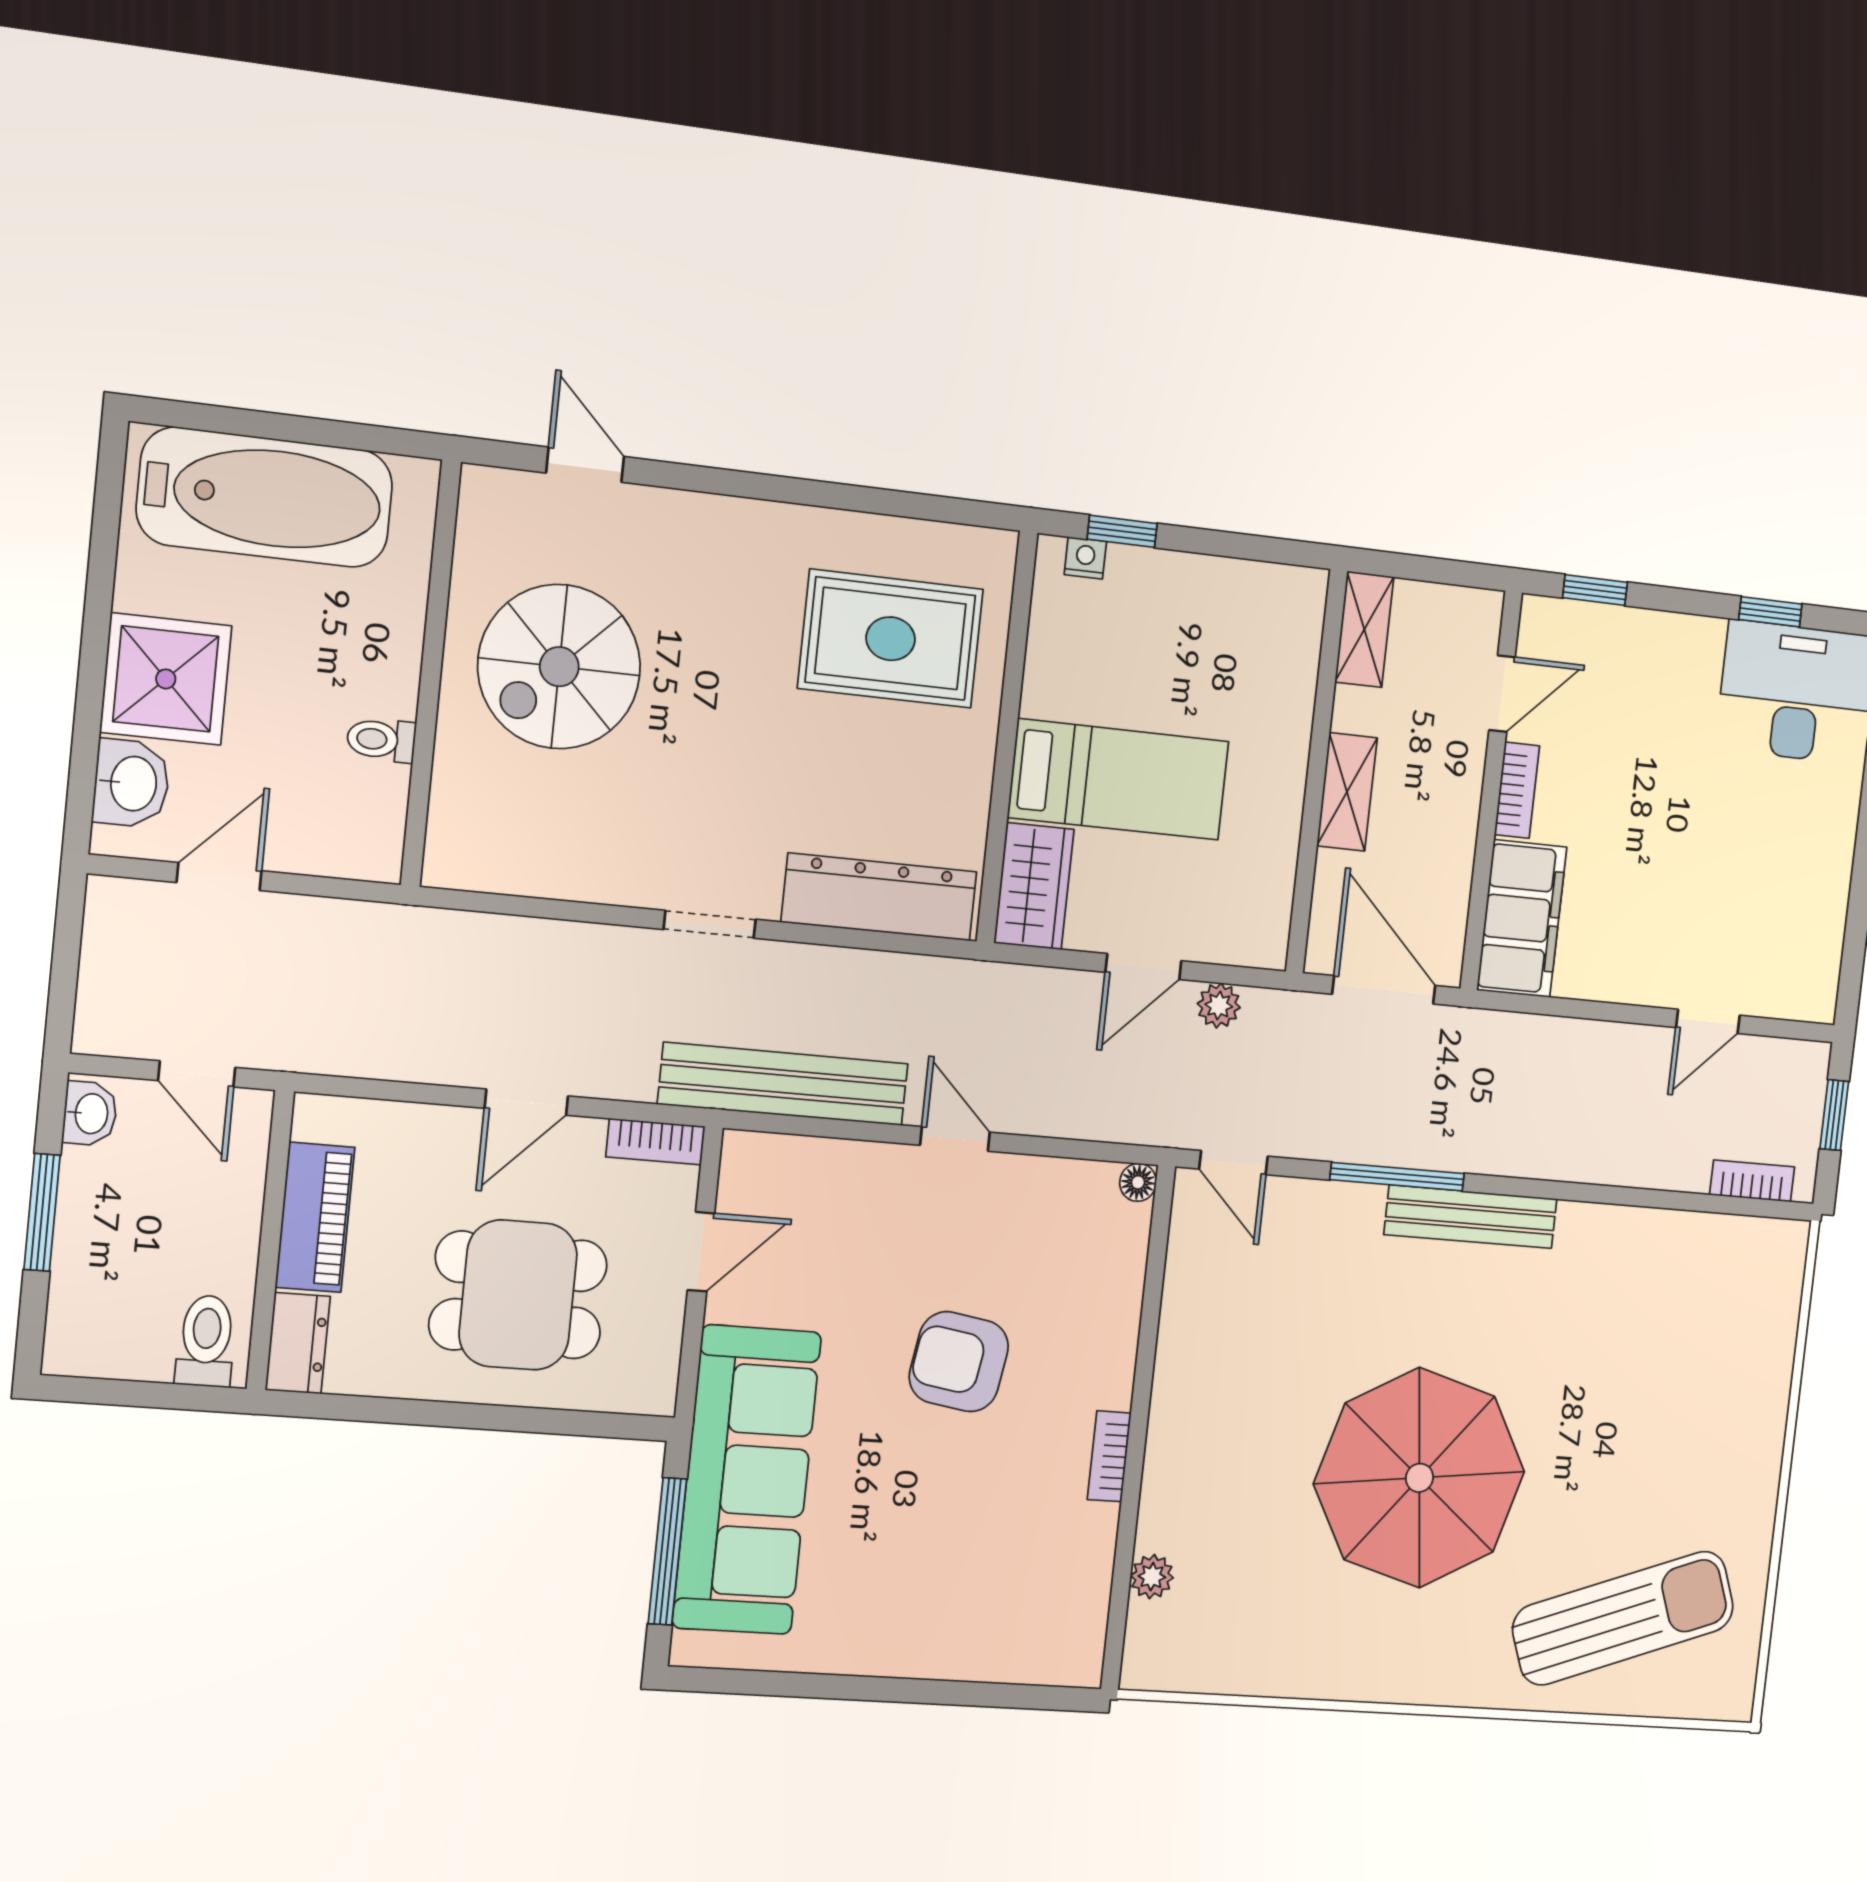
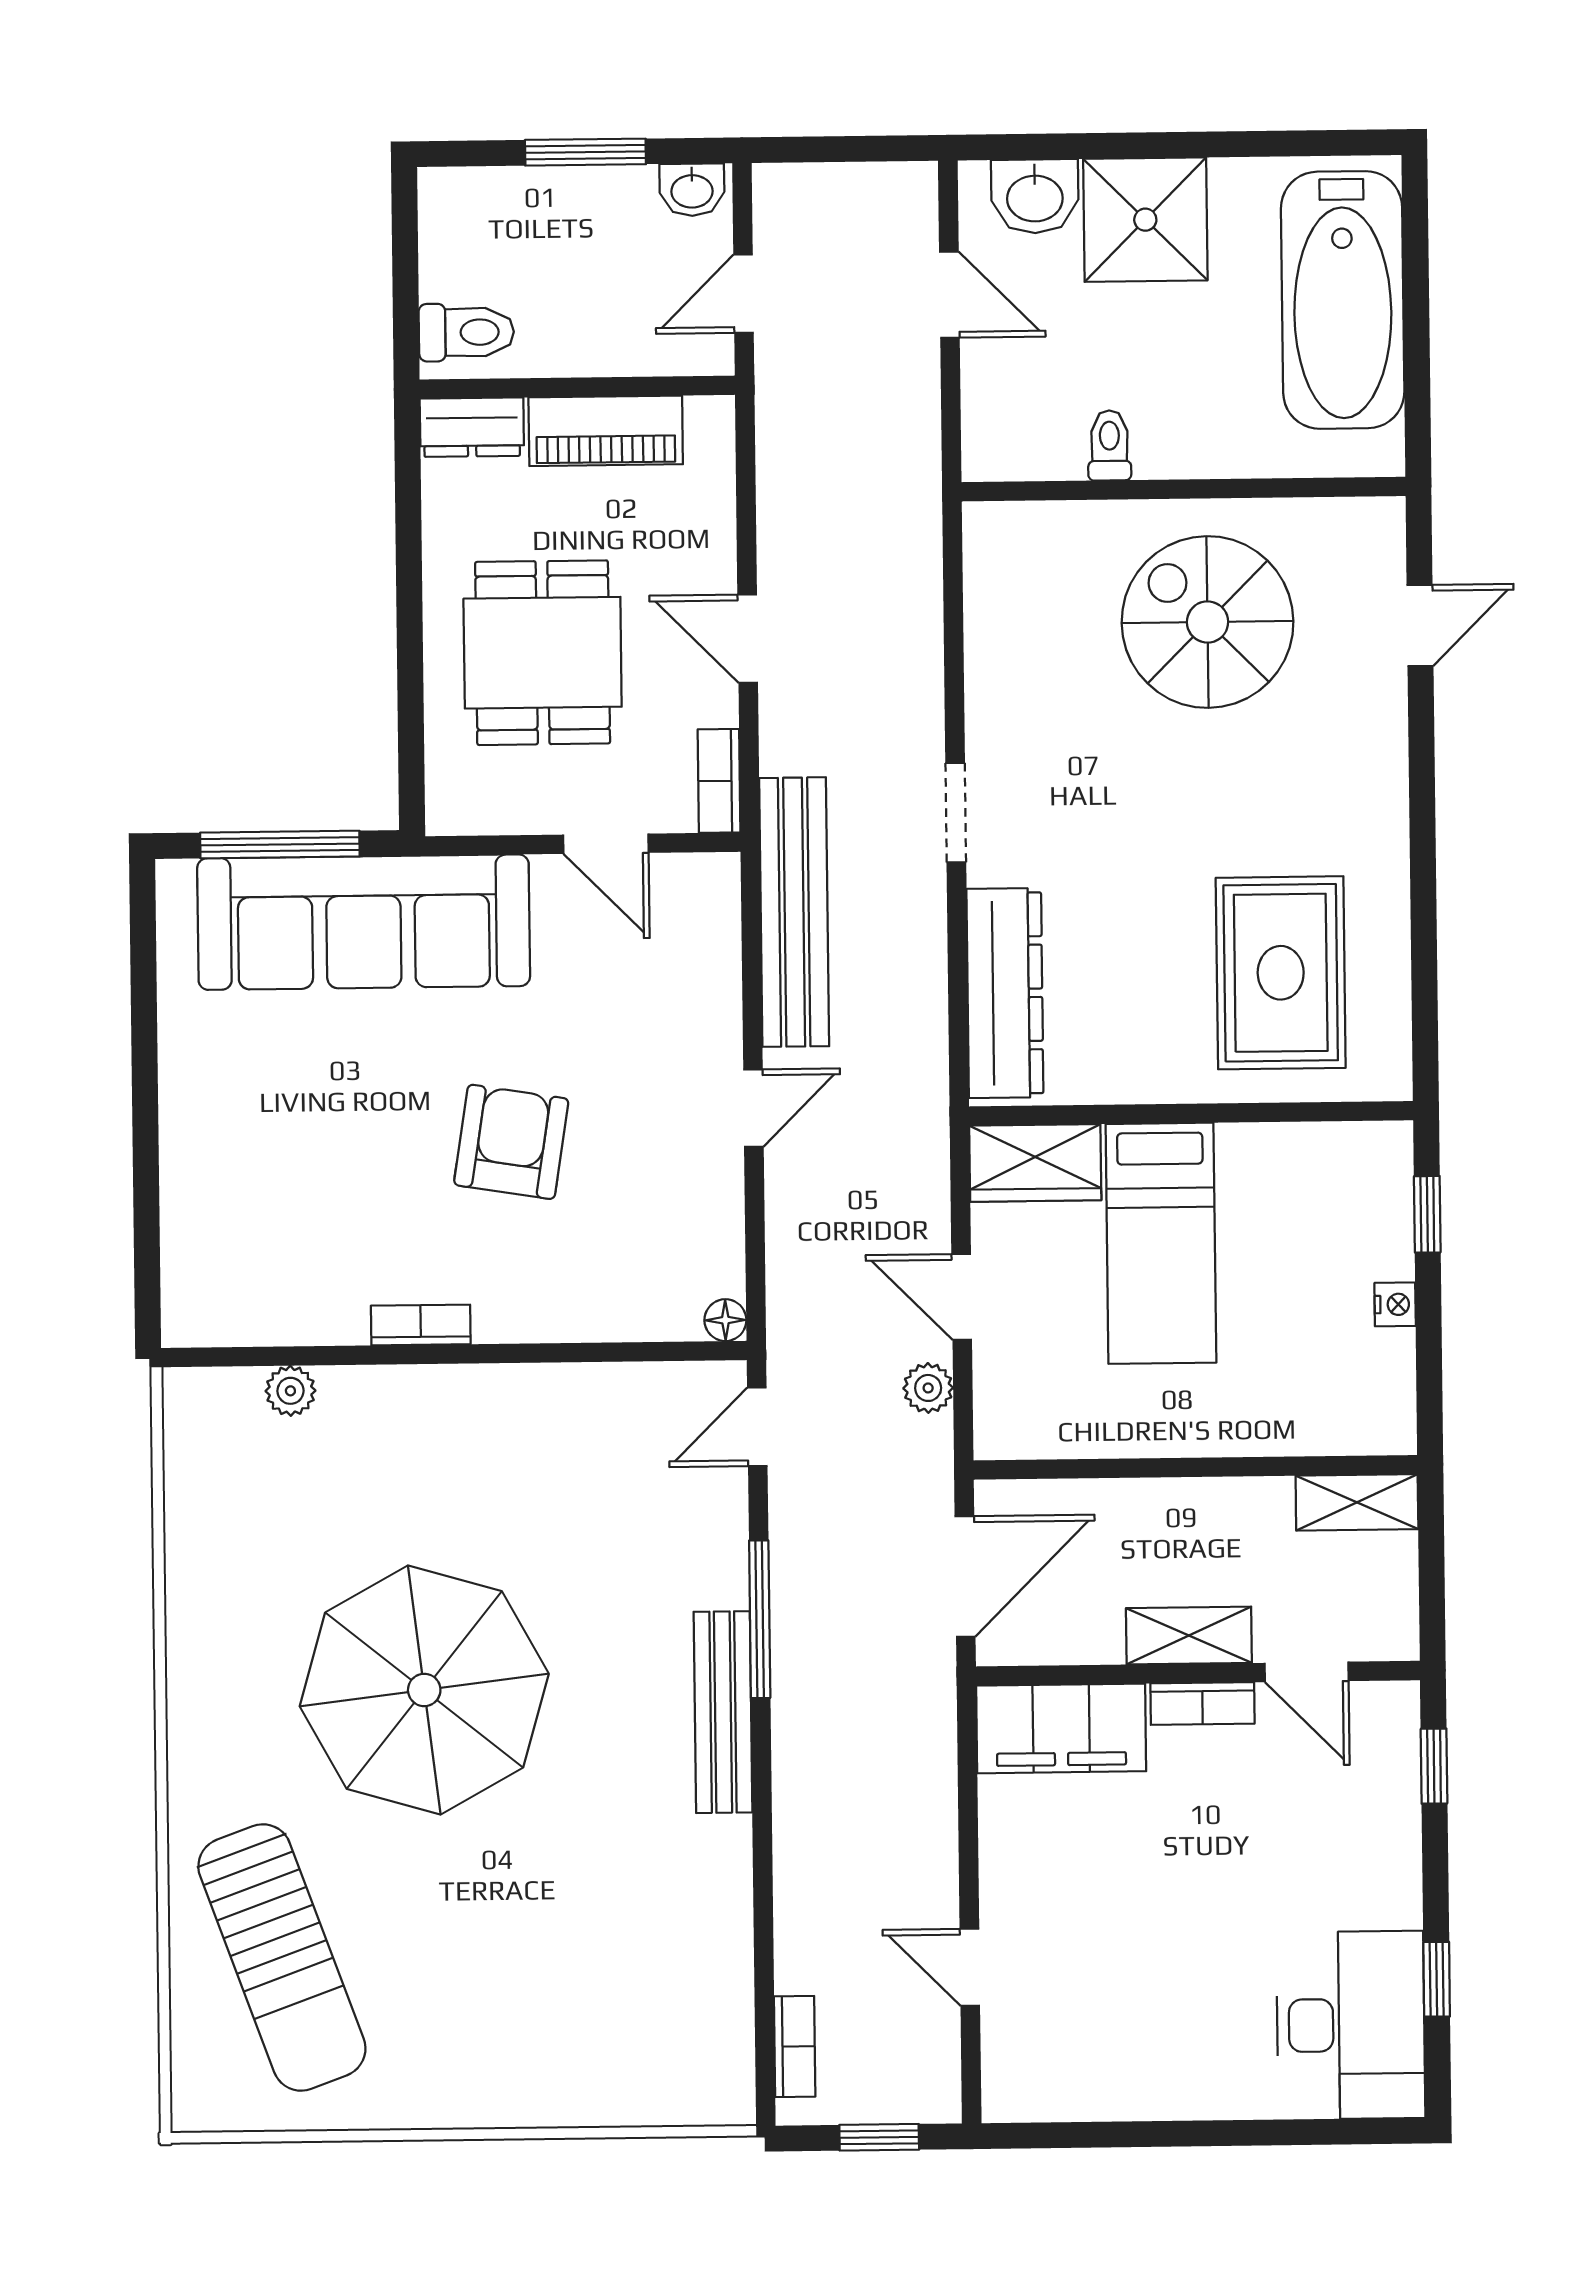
nightstand: (1085, 558) -> (1395, 1304), moved
shelving: (1347, 792) -> (1189, 1635), moved

